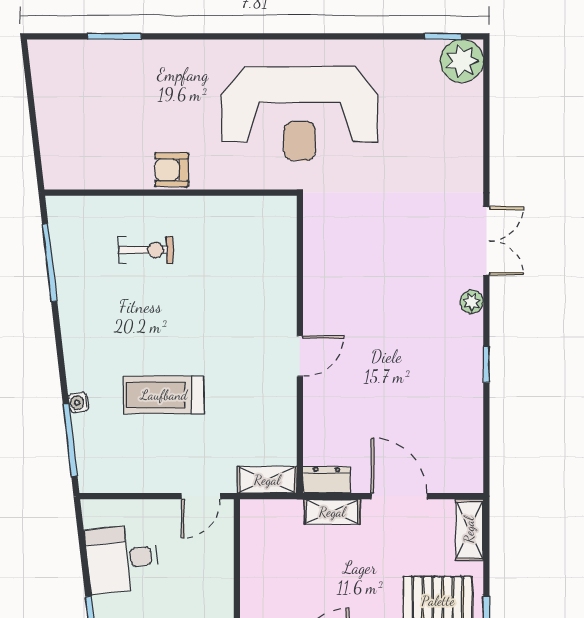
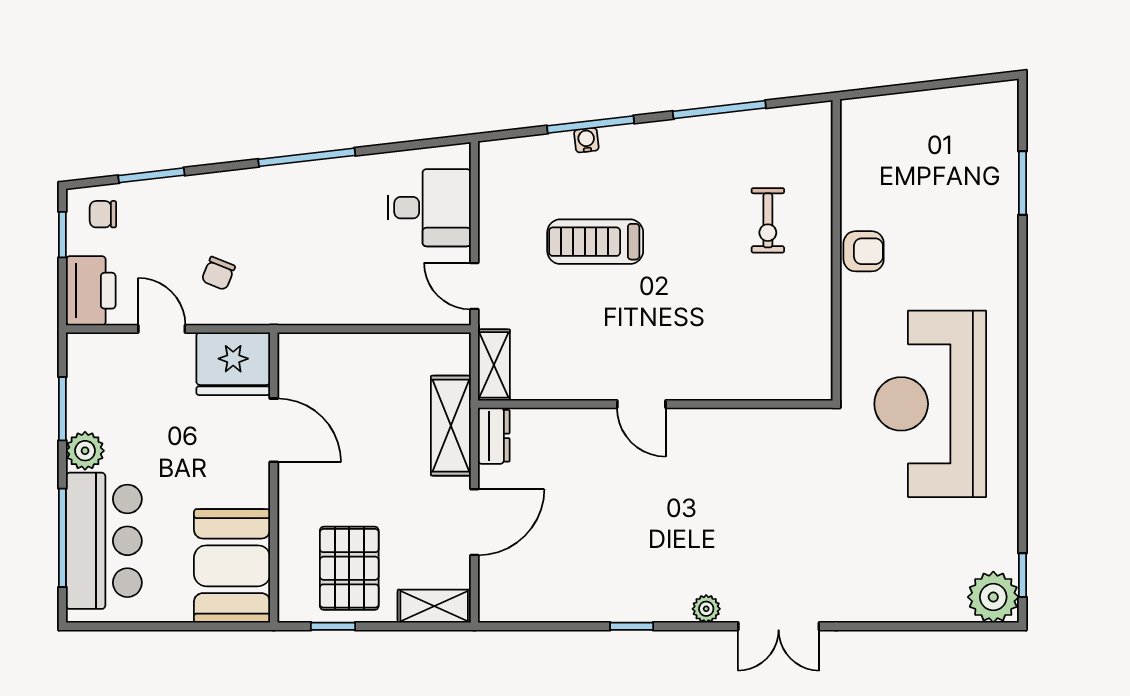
armchair: (172, 170) -> (864, 251), turned 90
window: (50, 263) -> (719, 110), moved
treadmill: (164, 395) -> (595, 242), turned -90
window: (70, 440) -> (591, 124), moved
shelving: (332, 512) -> (451, 426), width x1.50, depth x1.33
desk: (122, 559) -> (429, 208), moved, turned 97

